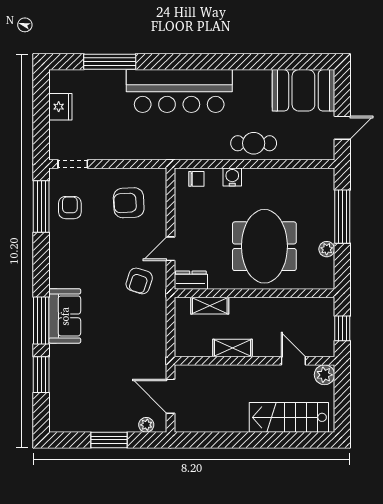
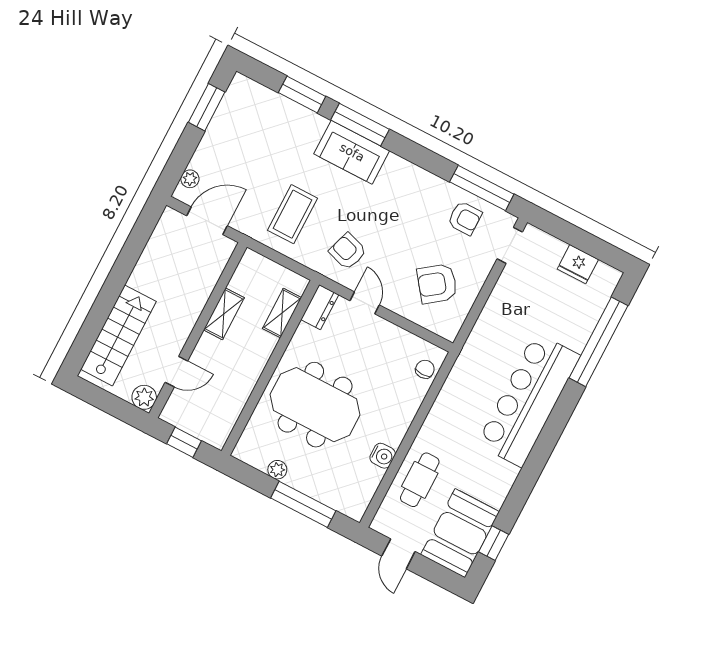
window: (110, 62) -> (599, 342), width x1.46
window: (298, 62) -> (494, 543), added
cafe table: (254, 143) -> (420, 480), moved
water cooler: (232, 177) -> (383, 456), moved
chair: (196, 179) -> (425, 369), turned 180
armchair: (129, 203) -> (437, 284), turned -124
coffee table: (133, 336) -> (292, 214), added
window: (109, 440) -> (207, 107), moved

